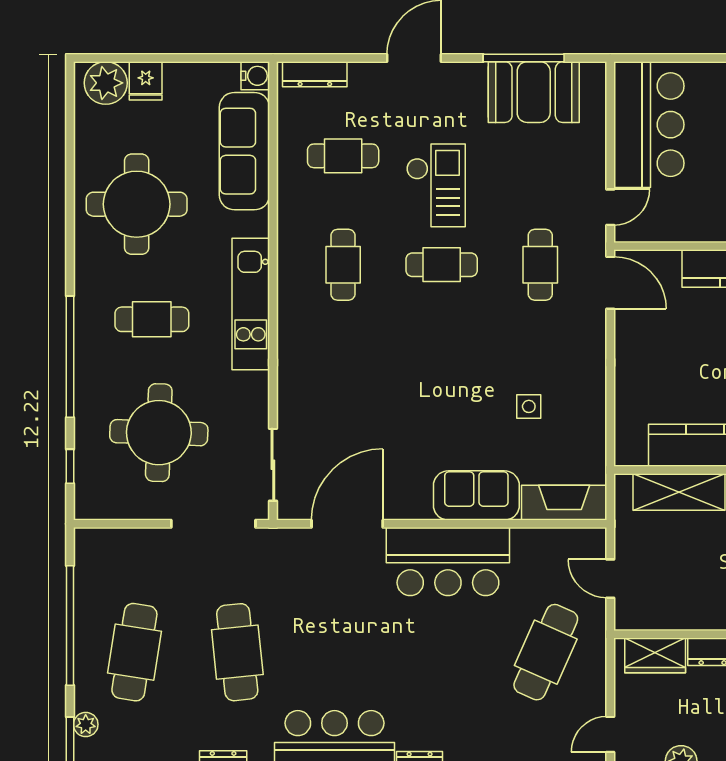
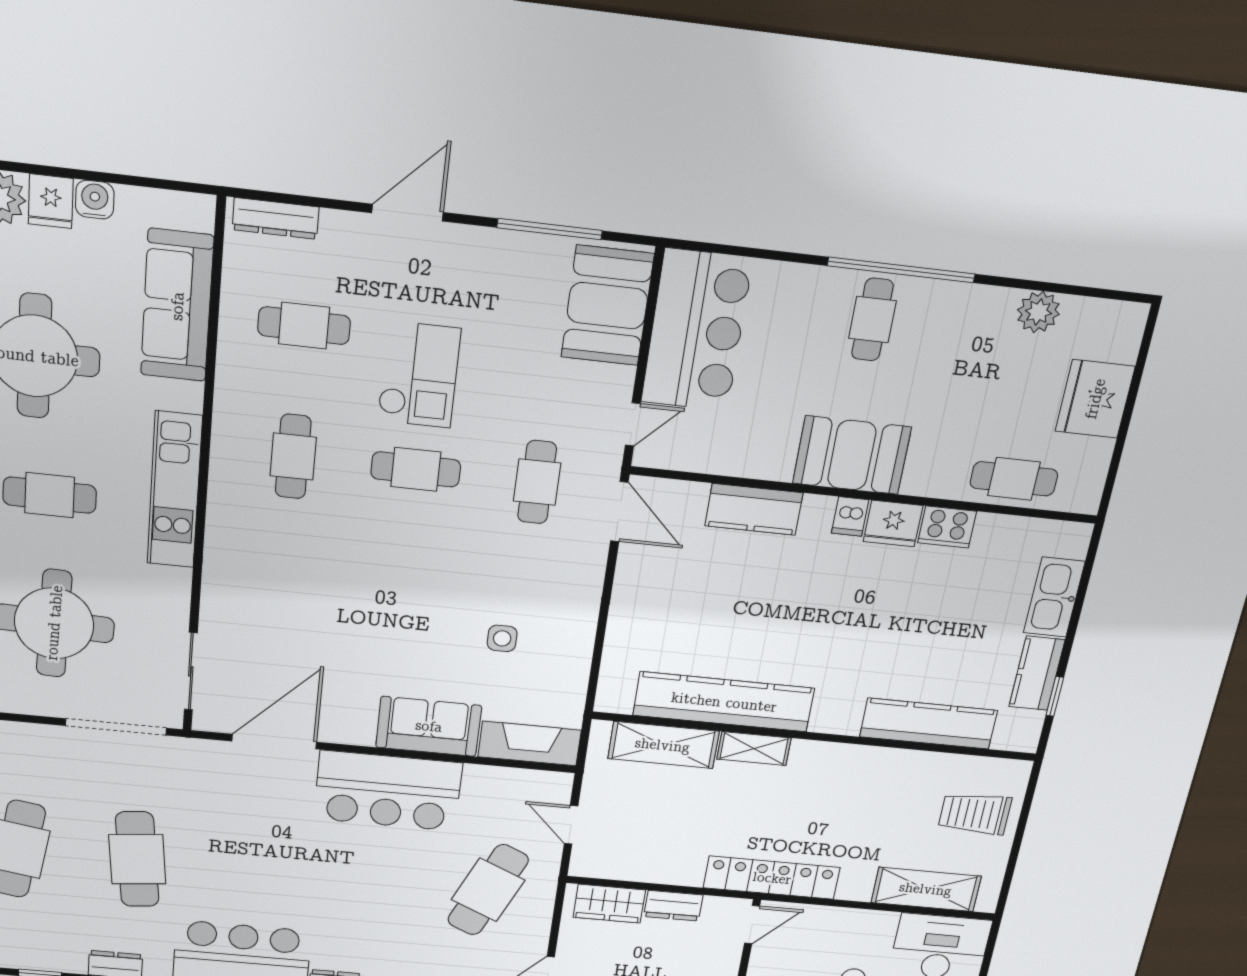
water cooler: (255, 76) -> (95, 200), moved, turned -90
booth: (534, 92) -> (607, 306), moved, turned 90

